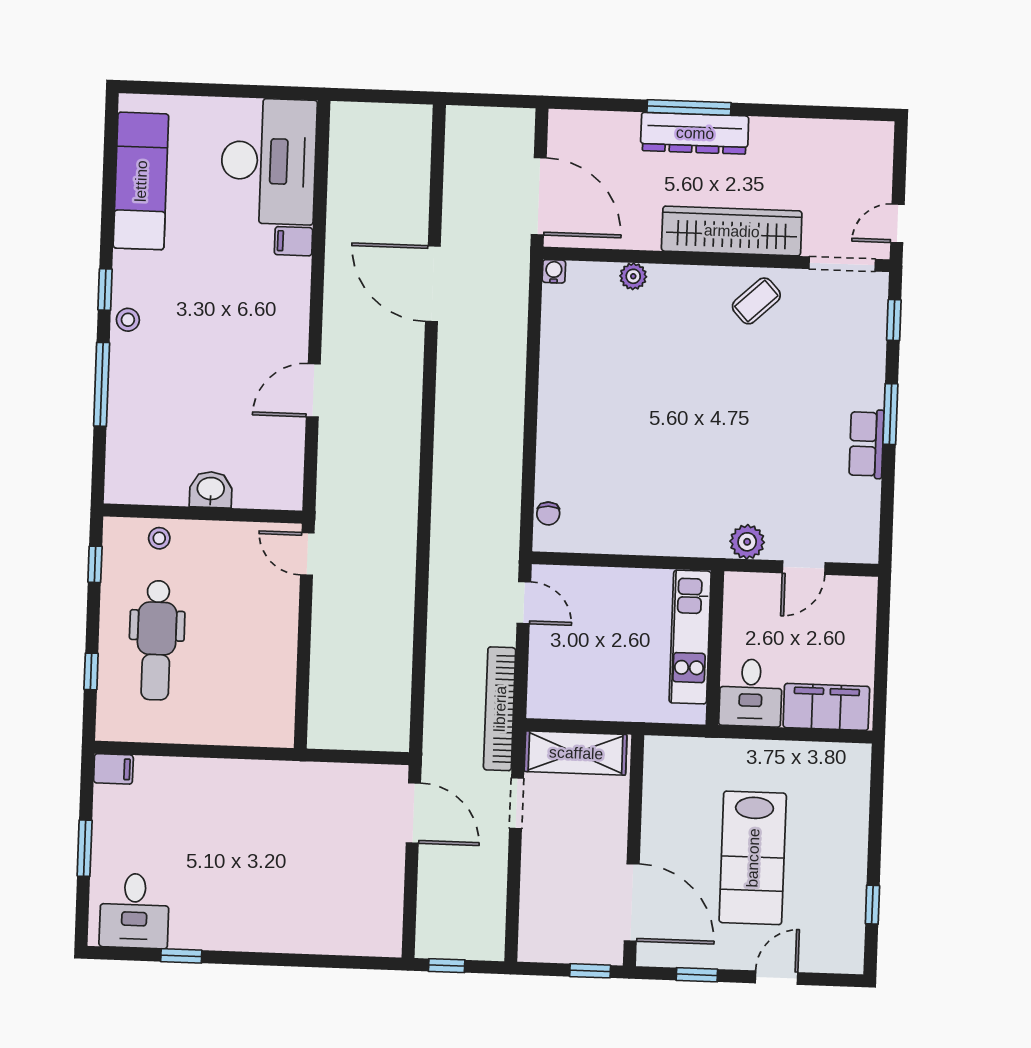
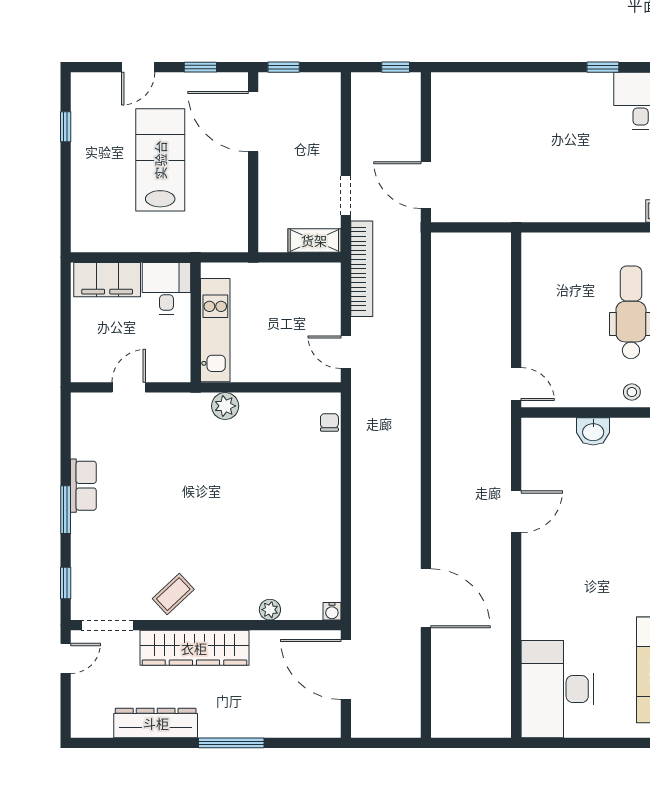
dresser: (695, 133) -> (156, 723), moved
filing cabinet: (294, 241) -> (536, 627), removed
plant: (747, 542) -> (225, 406), moved
shelving: (576, 753) -> (314, 240), width x0.67, depth x0.75

